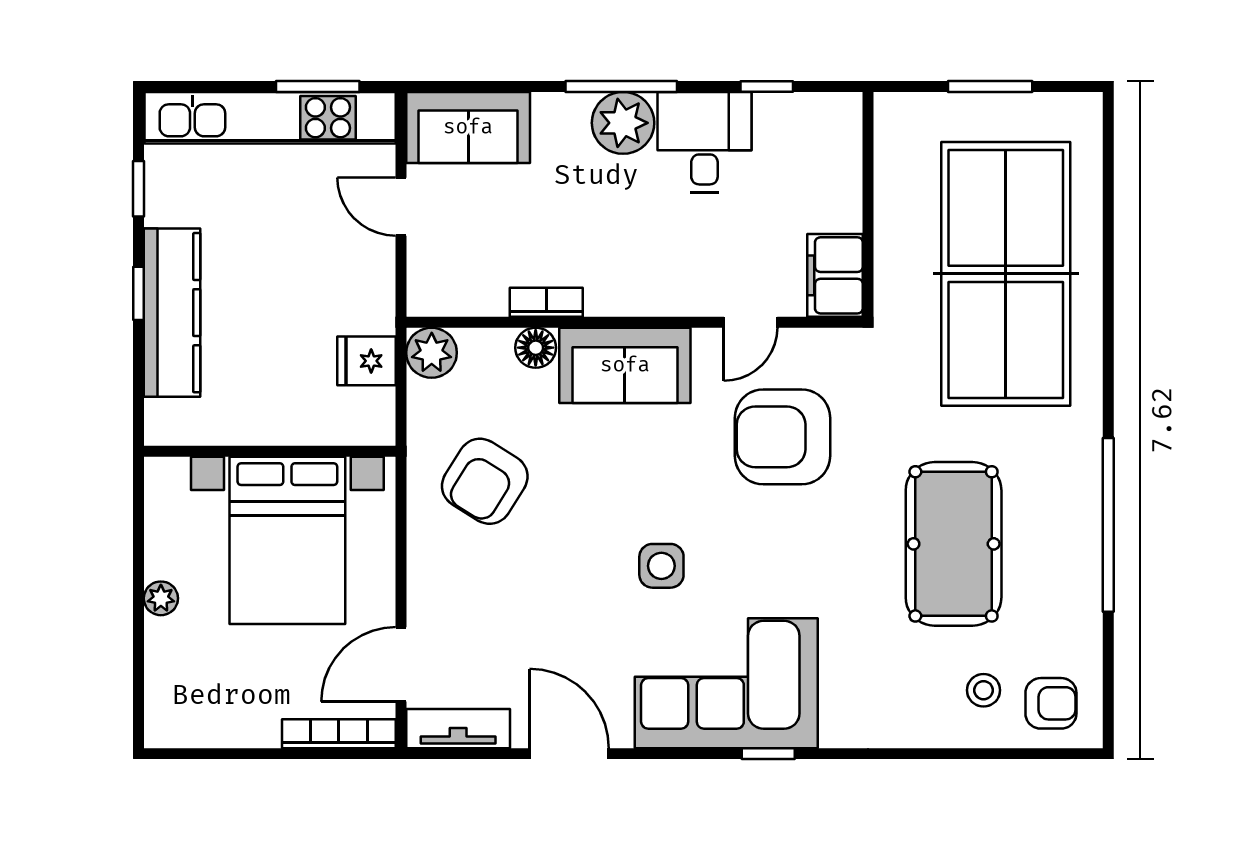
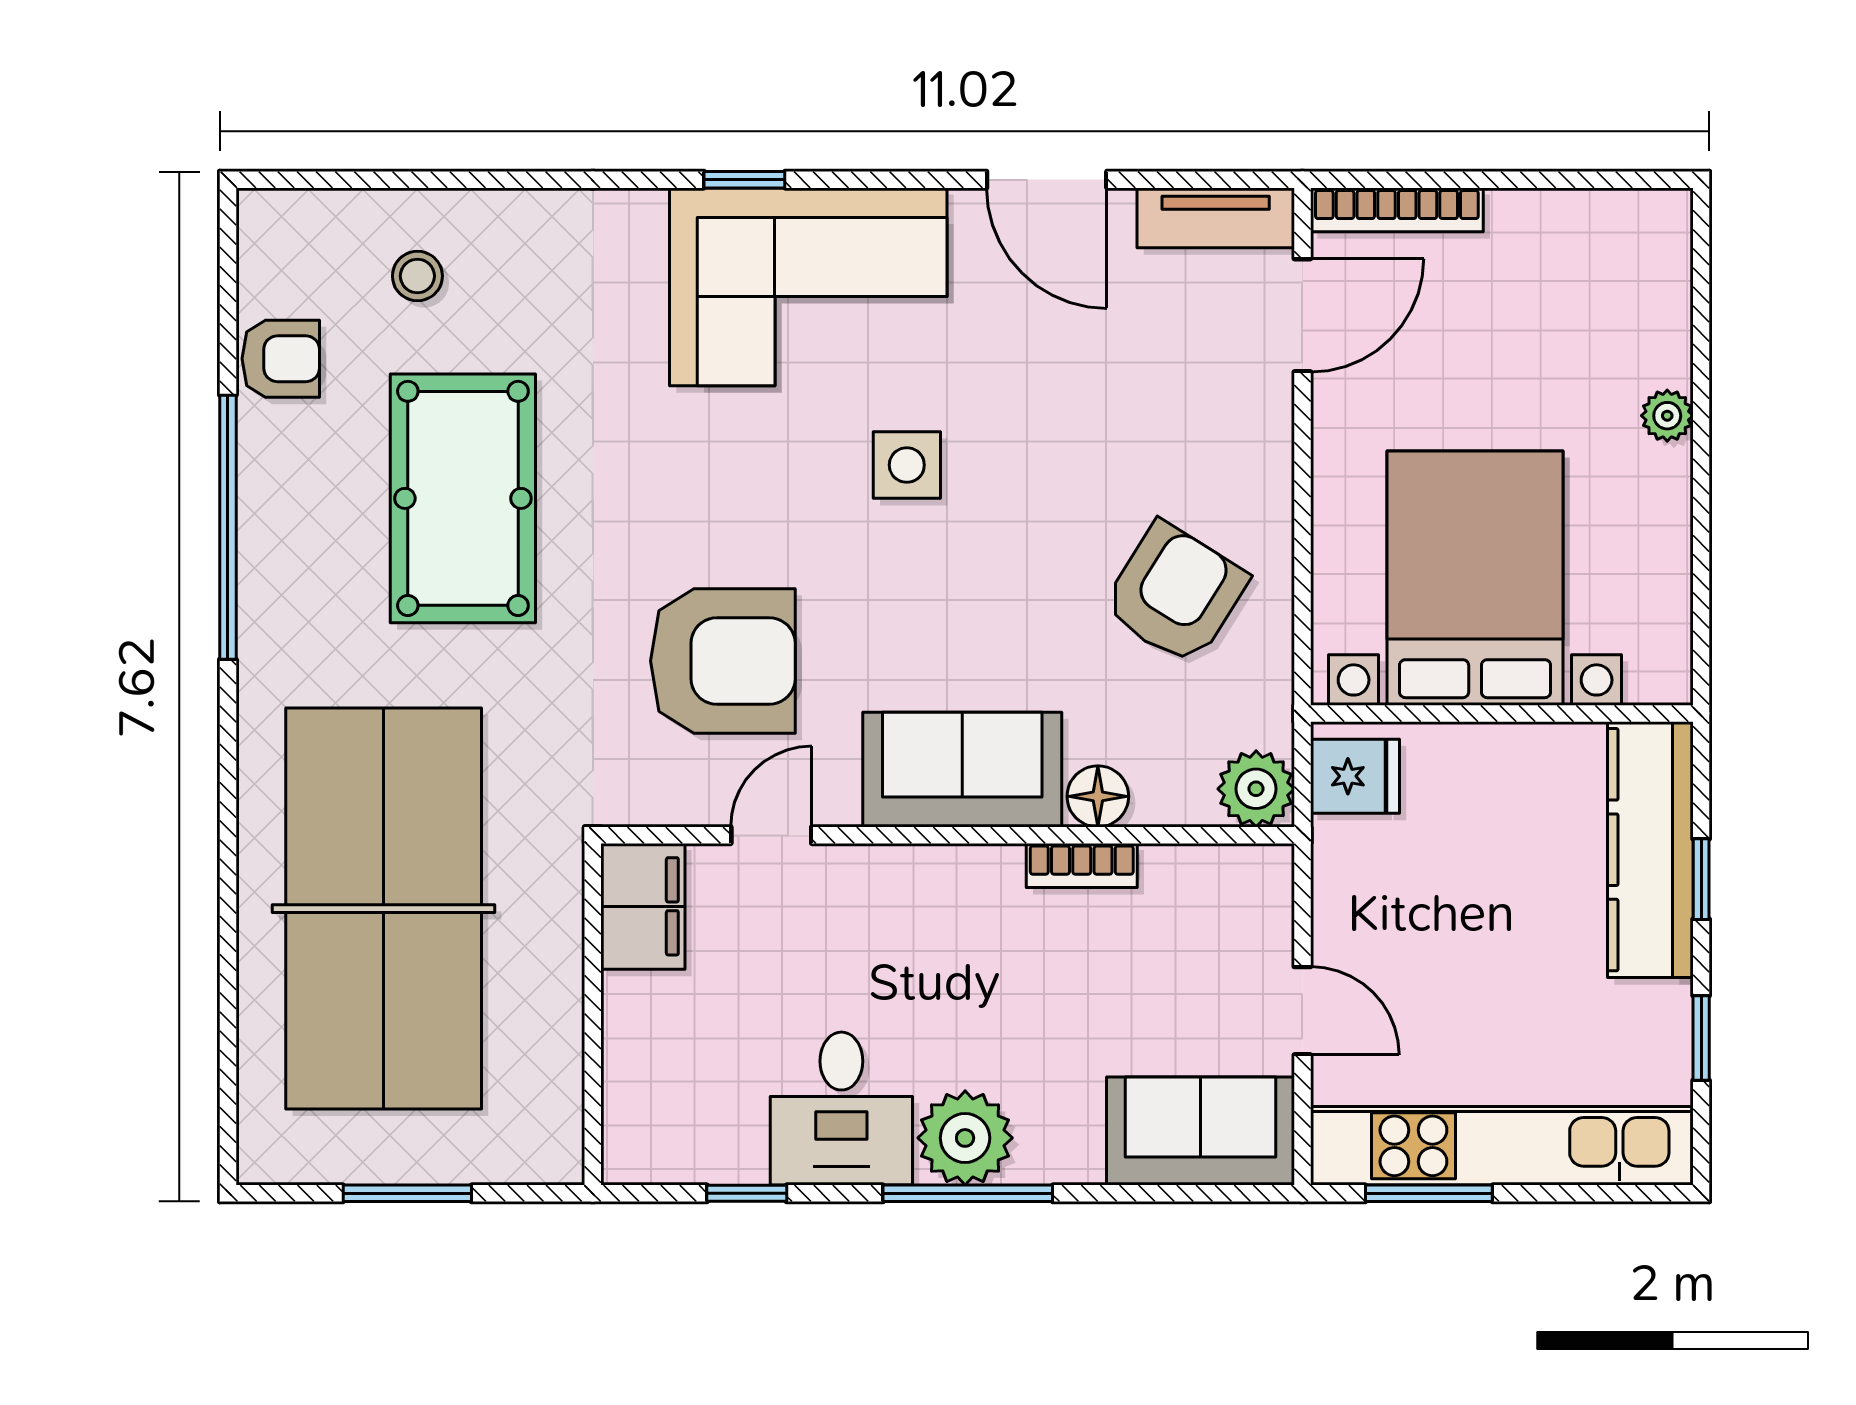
wall: (270, 451) -> (1502, 714), moved
bed with nightstands: (287, 540) -> (1475, 578), moved
armchair: (1051, 703) -> (281, 359), moved, turned 180

